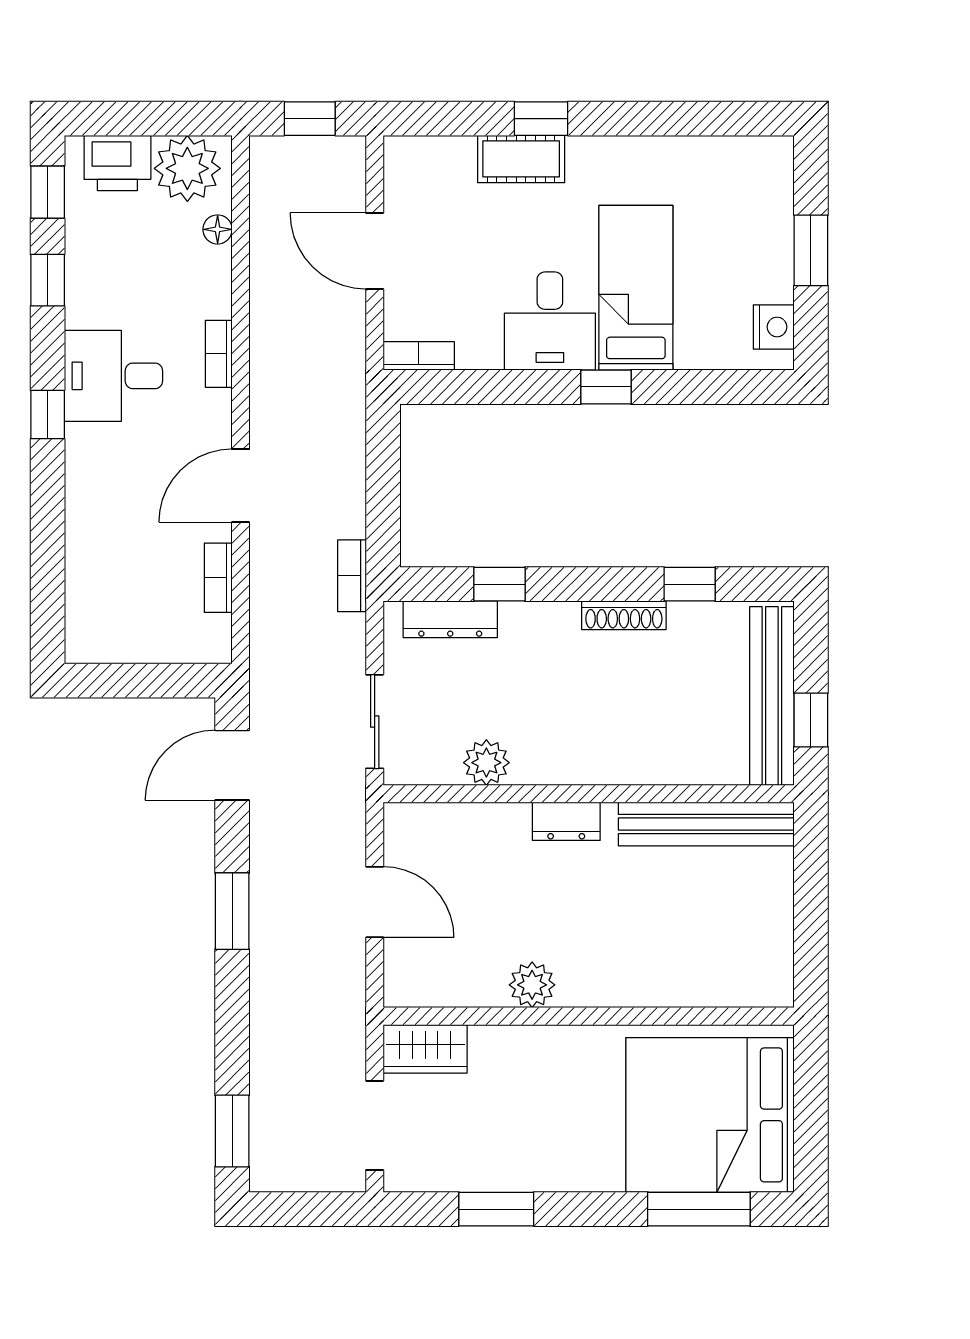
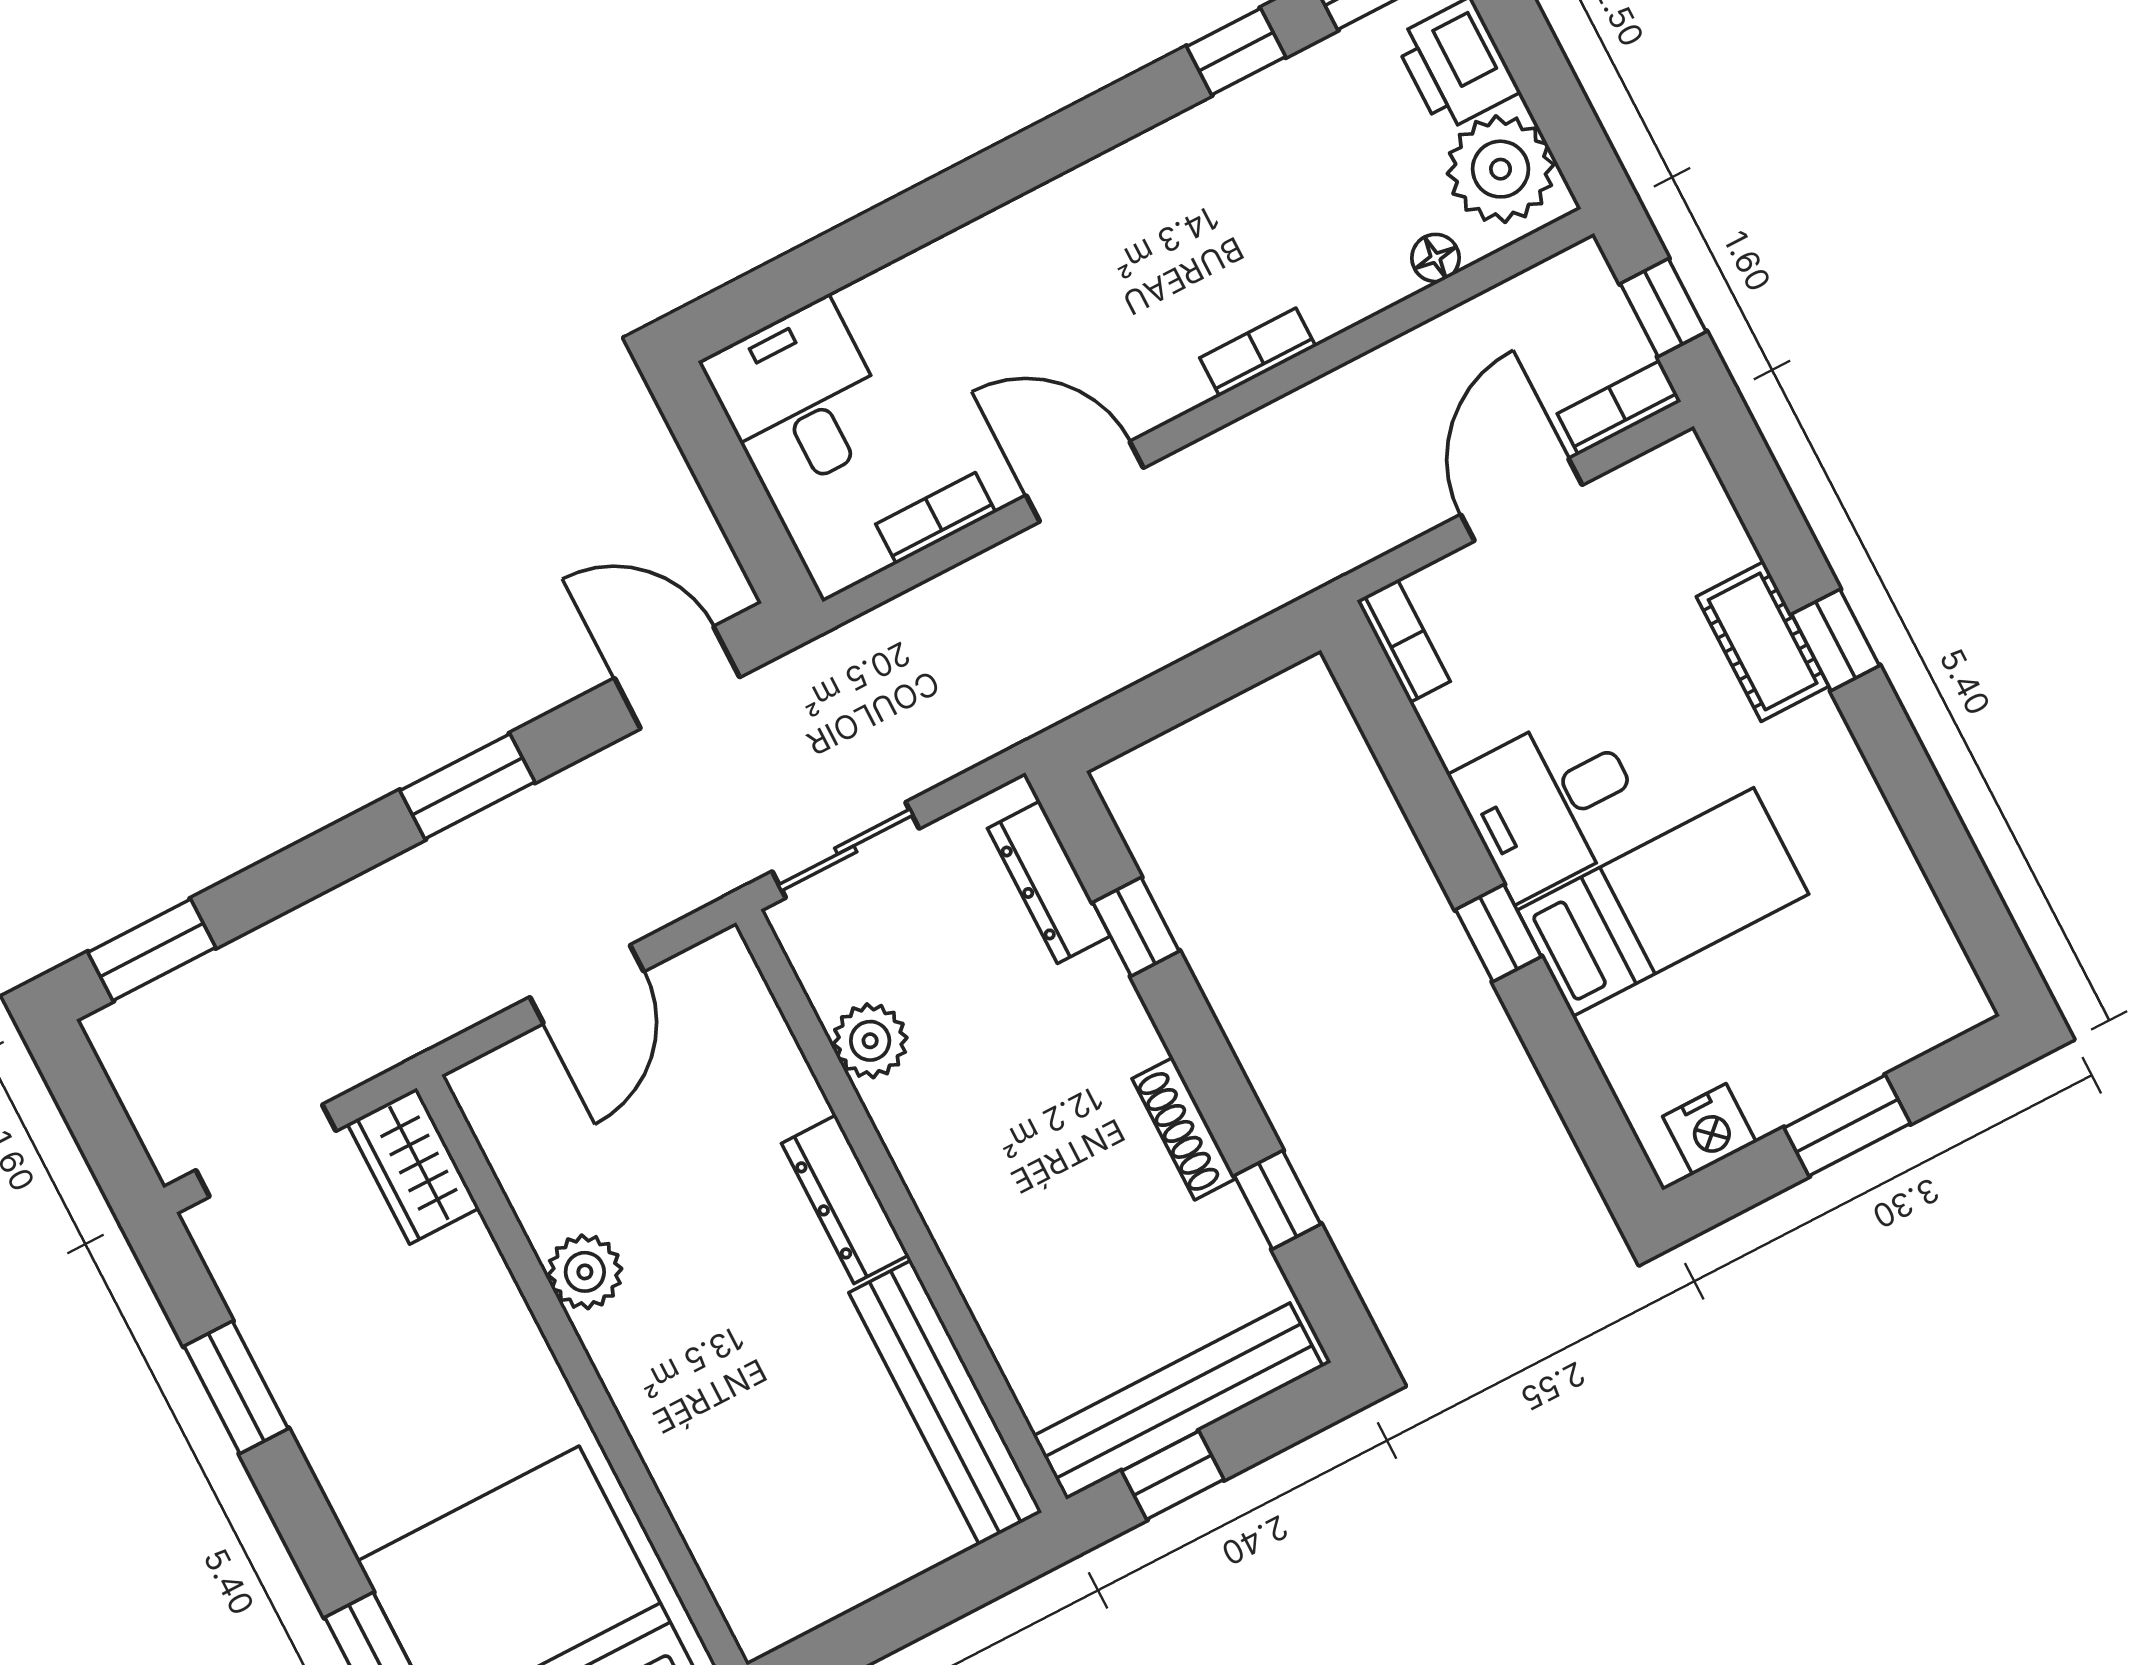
desk: (113, 376) -> (800, 398), moved
window: (48, 414) -> (1043, 152), removed
bookcase: (352, 576) -> (1619, 408), moved
dresser: (566, 821) -> (845, 1199), width x1.44

